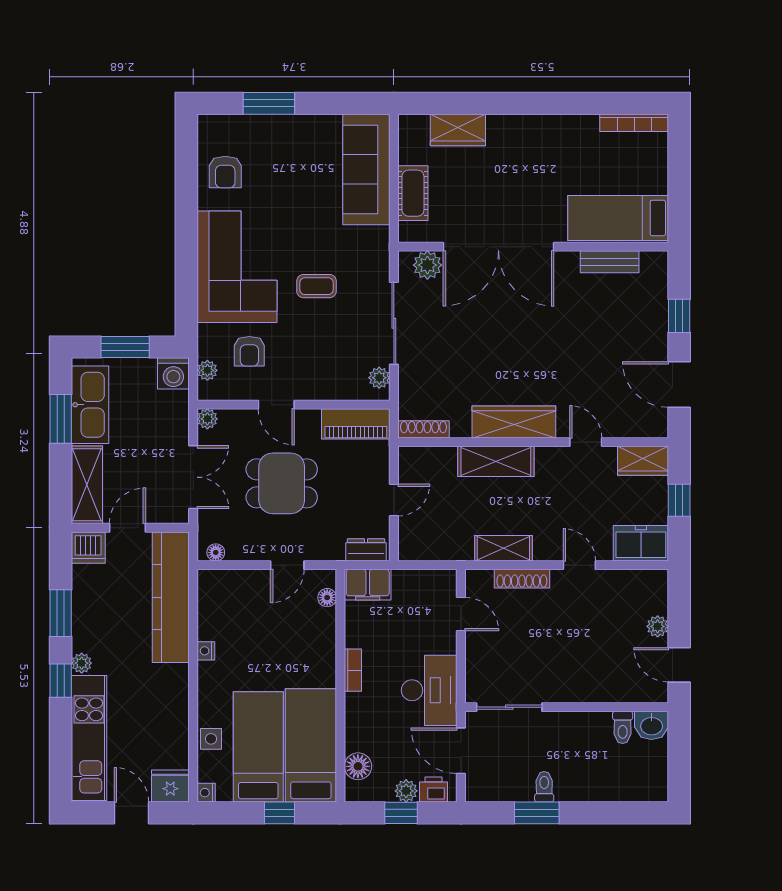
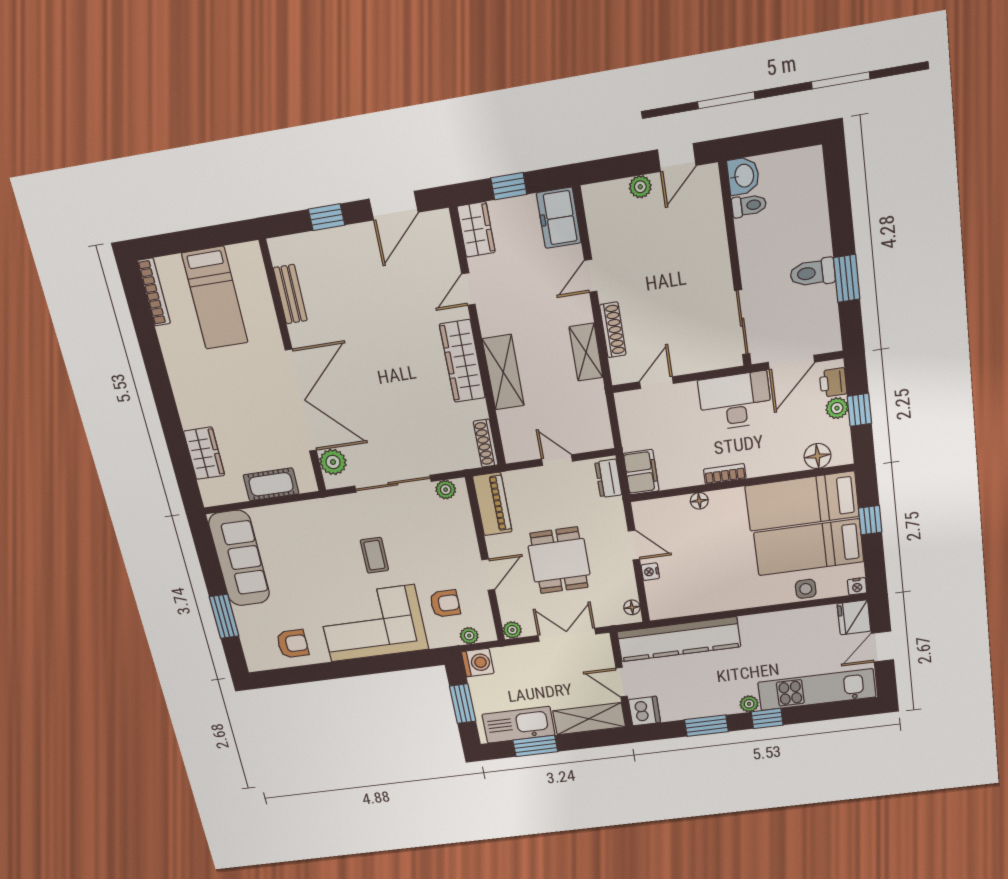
sofa: (366, 169) -> (239, 558), moved, turned -90
bed: (618, 218) -> (215, 298), moved
floor lamp: (327, 598) -> (699, 501), moved
nightstand: (206, 651) -> (650, 572), moved, turned 90
toilet: (544, 787) -> (813, 273), width x1.37, depth x1.39

